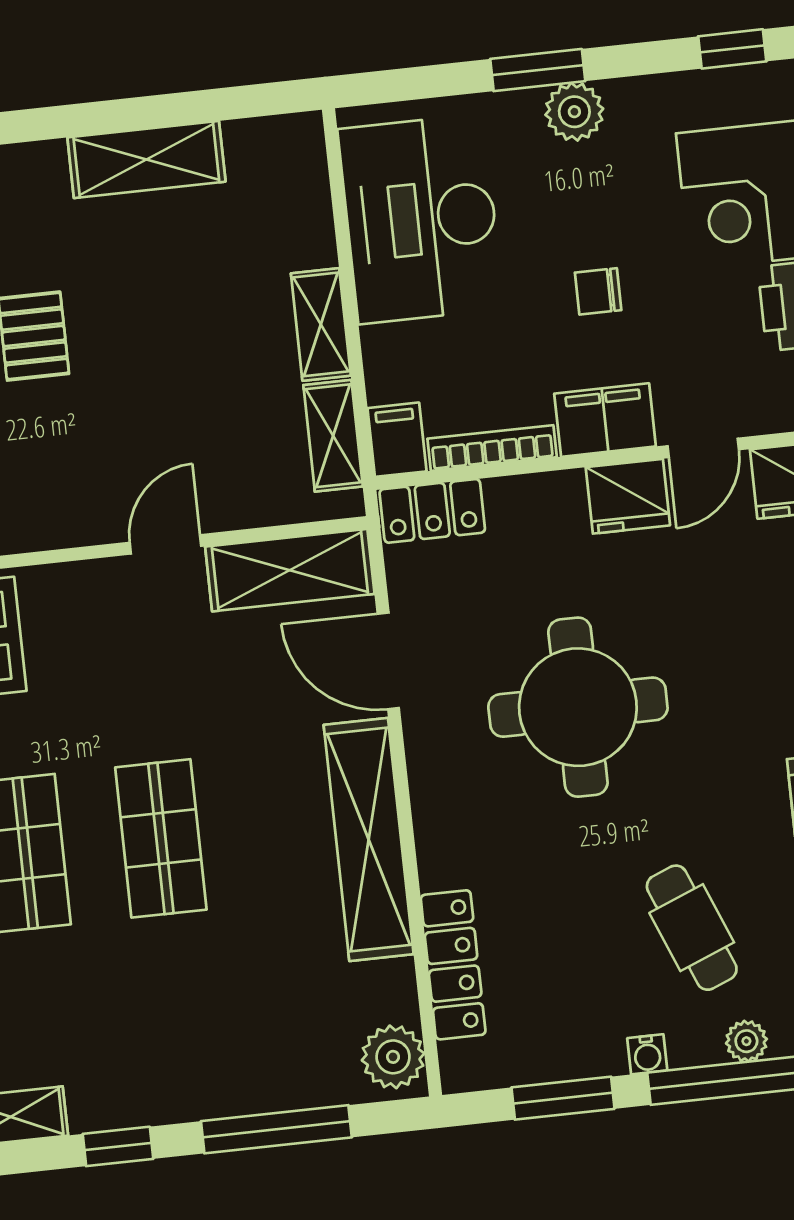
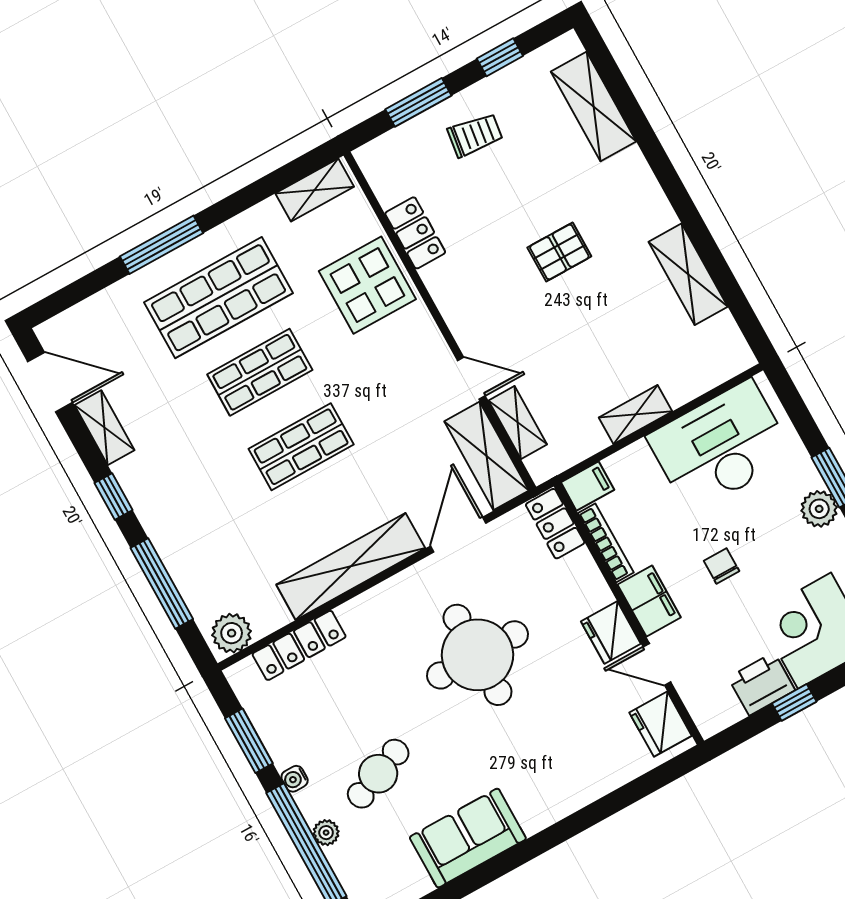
shelving: (333, 436) -> (518, 423), moved, turned 90

